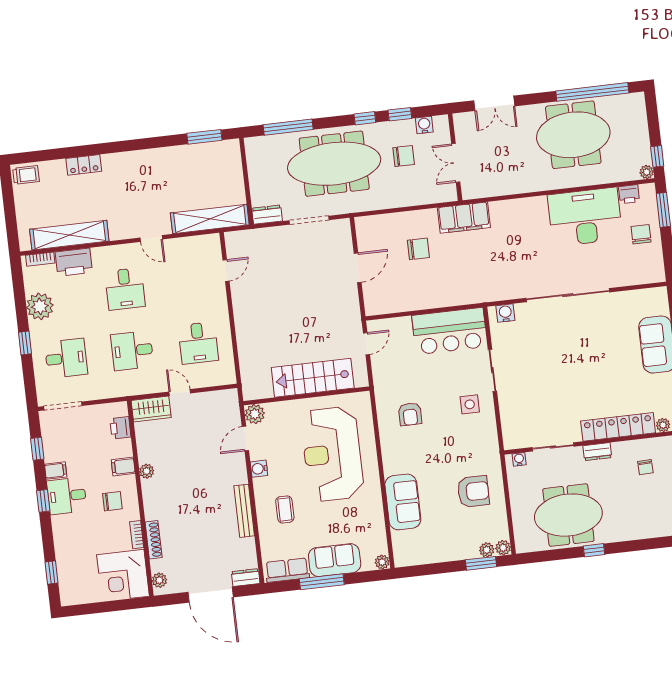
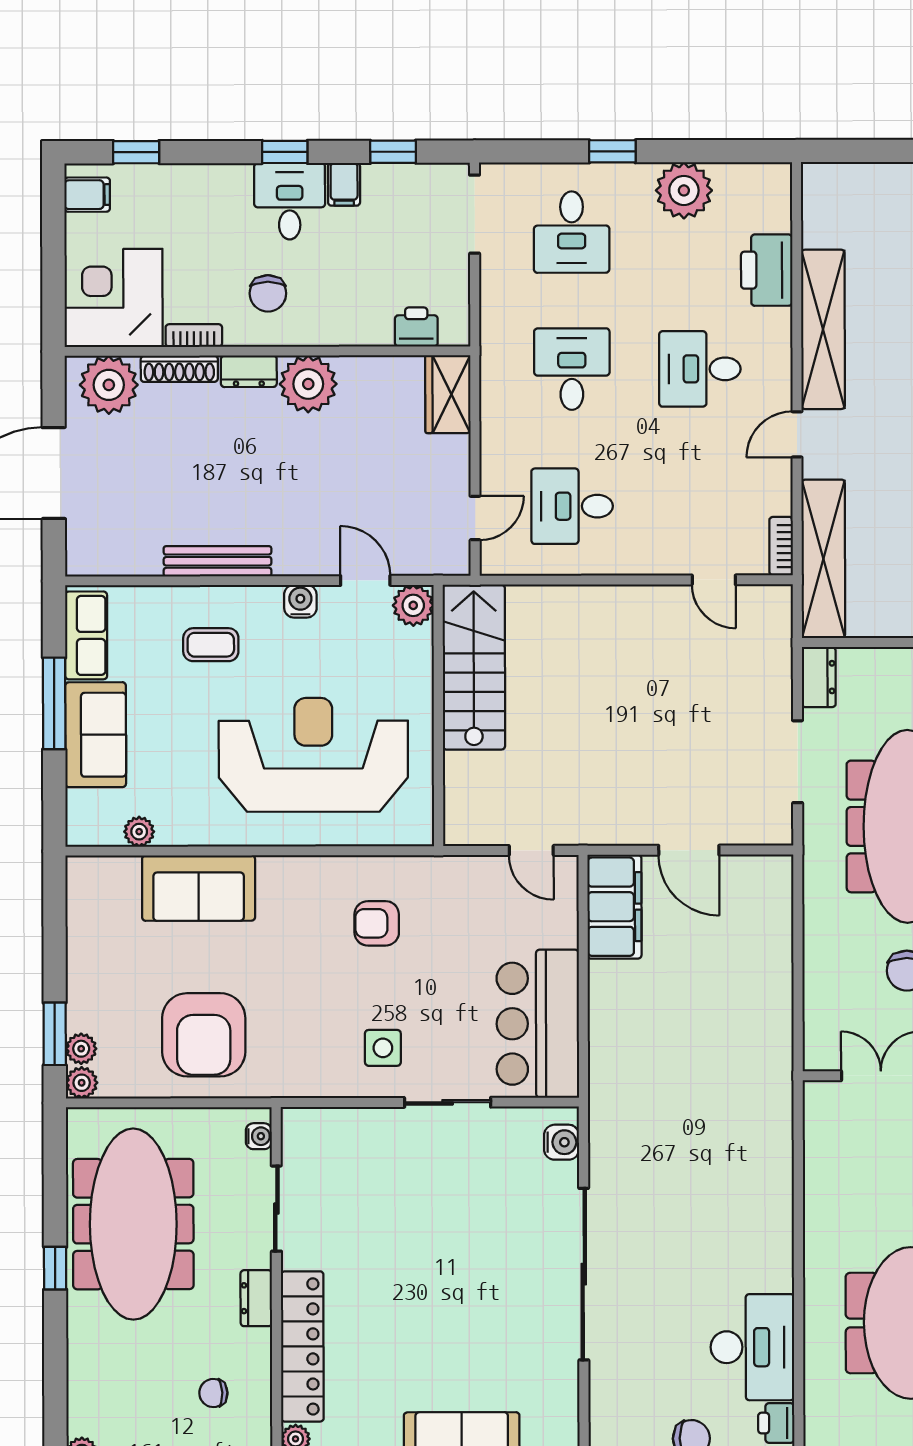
desk: (585, 217) -> (752, 1347), width x0.73, depth x0.77
filing cabinet: (464, 218) -> (614, 907), moved, turned 180
shelving: (69, 235) -> (823, 329), moved
chair: (418, 249) -> (713, 979), removed
bookcase: (40, 259) -> (781, 546), moved
stairs: (313, 378) -> (474, 667), moved
door: (180, 392) -> (475, 518), moved
filing cabinet: (123, 467) -> (87, 195), moved, turned 90
plant: (147, 471) -> (308, 384), width x1.87, depth x1.87
armchair: (473, 491) -> (204, 1035), width x1.36, depth x1.36
meeting table: (568, 515) -> (133, 1224), width x1.36
plant: (382, 562) -> (139, 832), moved
dresser: (246, 577) -> (249, 371), moved, turned 90
plant: (159, 580) -> (109, 385), width x1.87, depth x1.87

